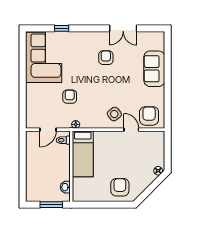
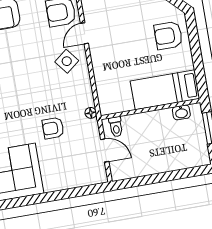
bed: (83, 154) -> (165, 90), moved, turned 180

